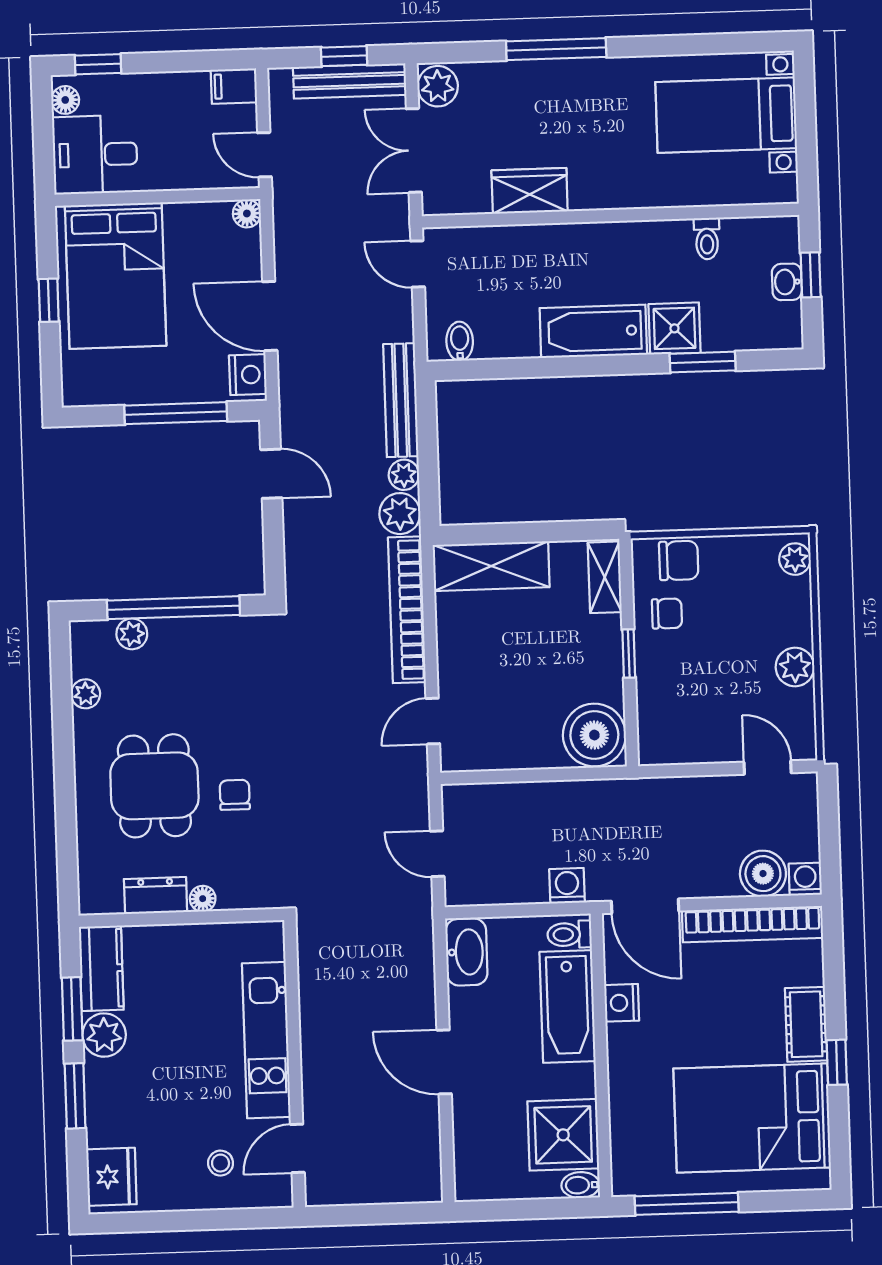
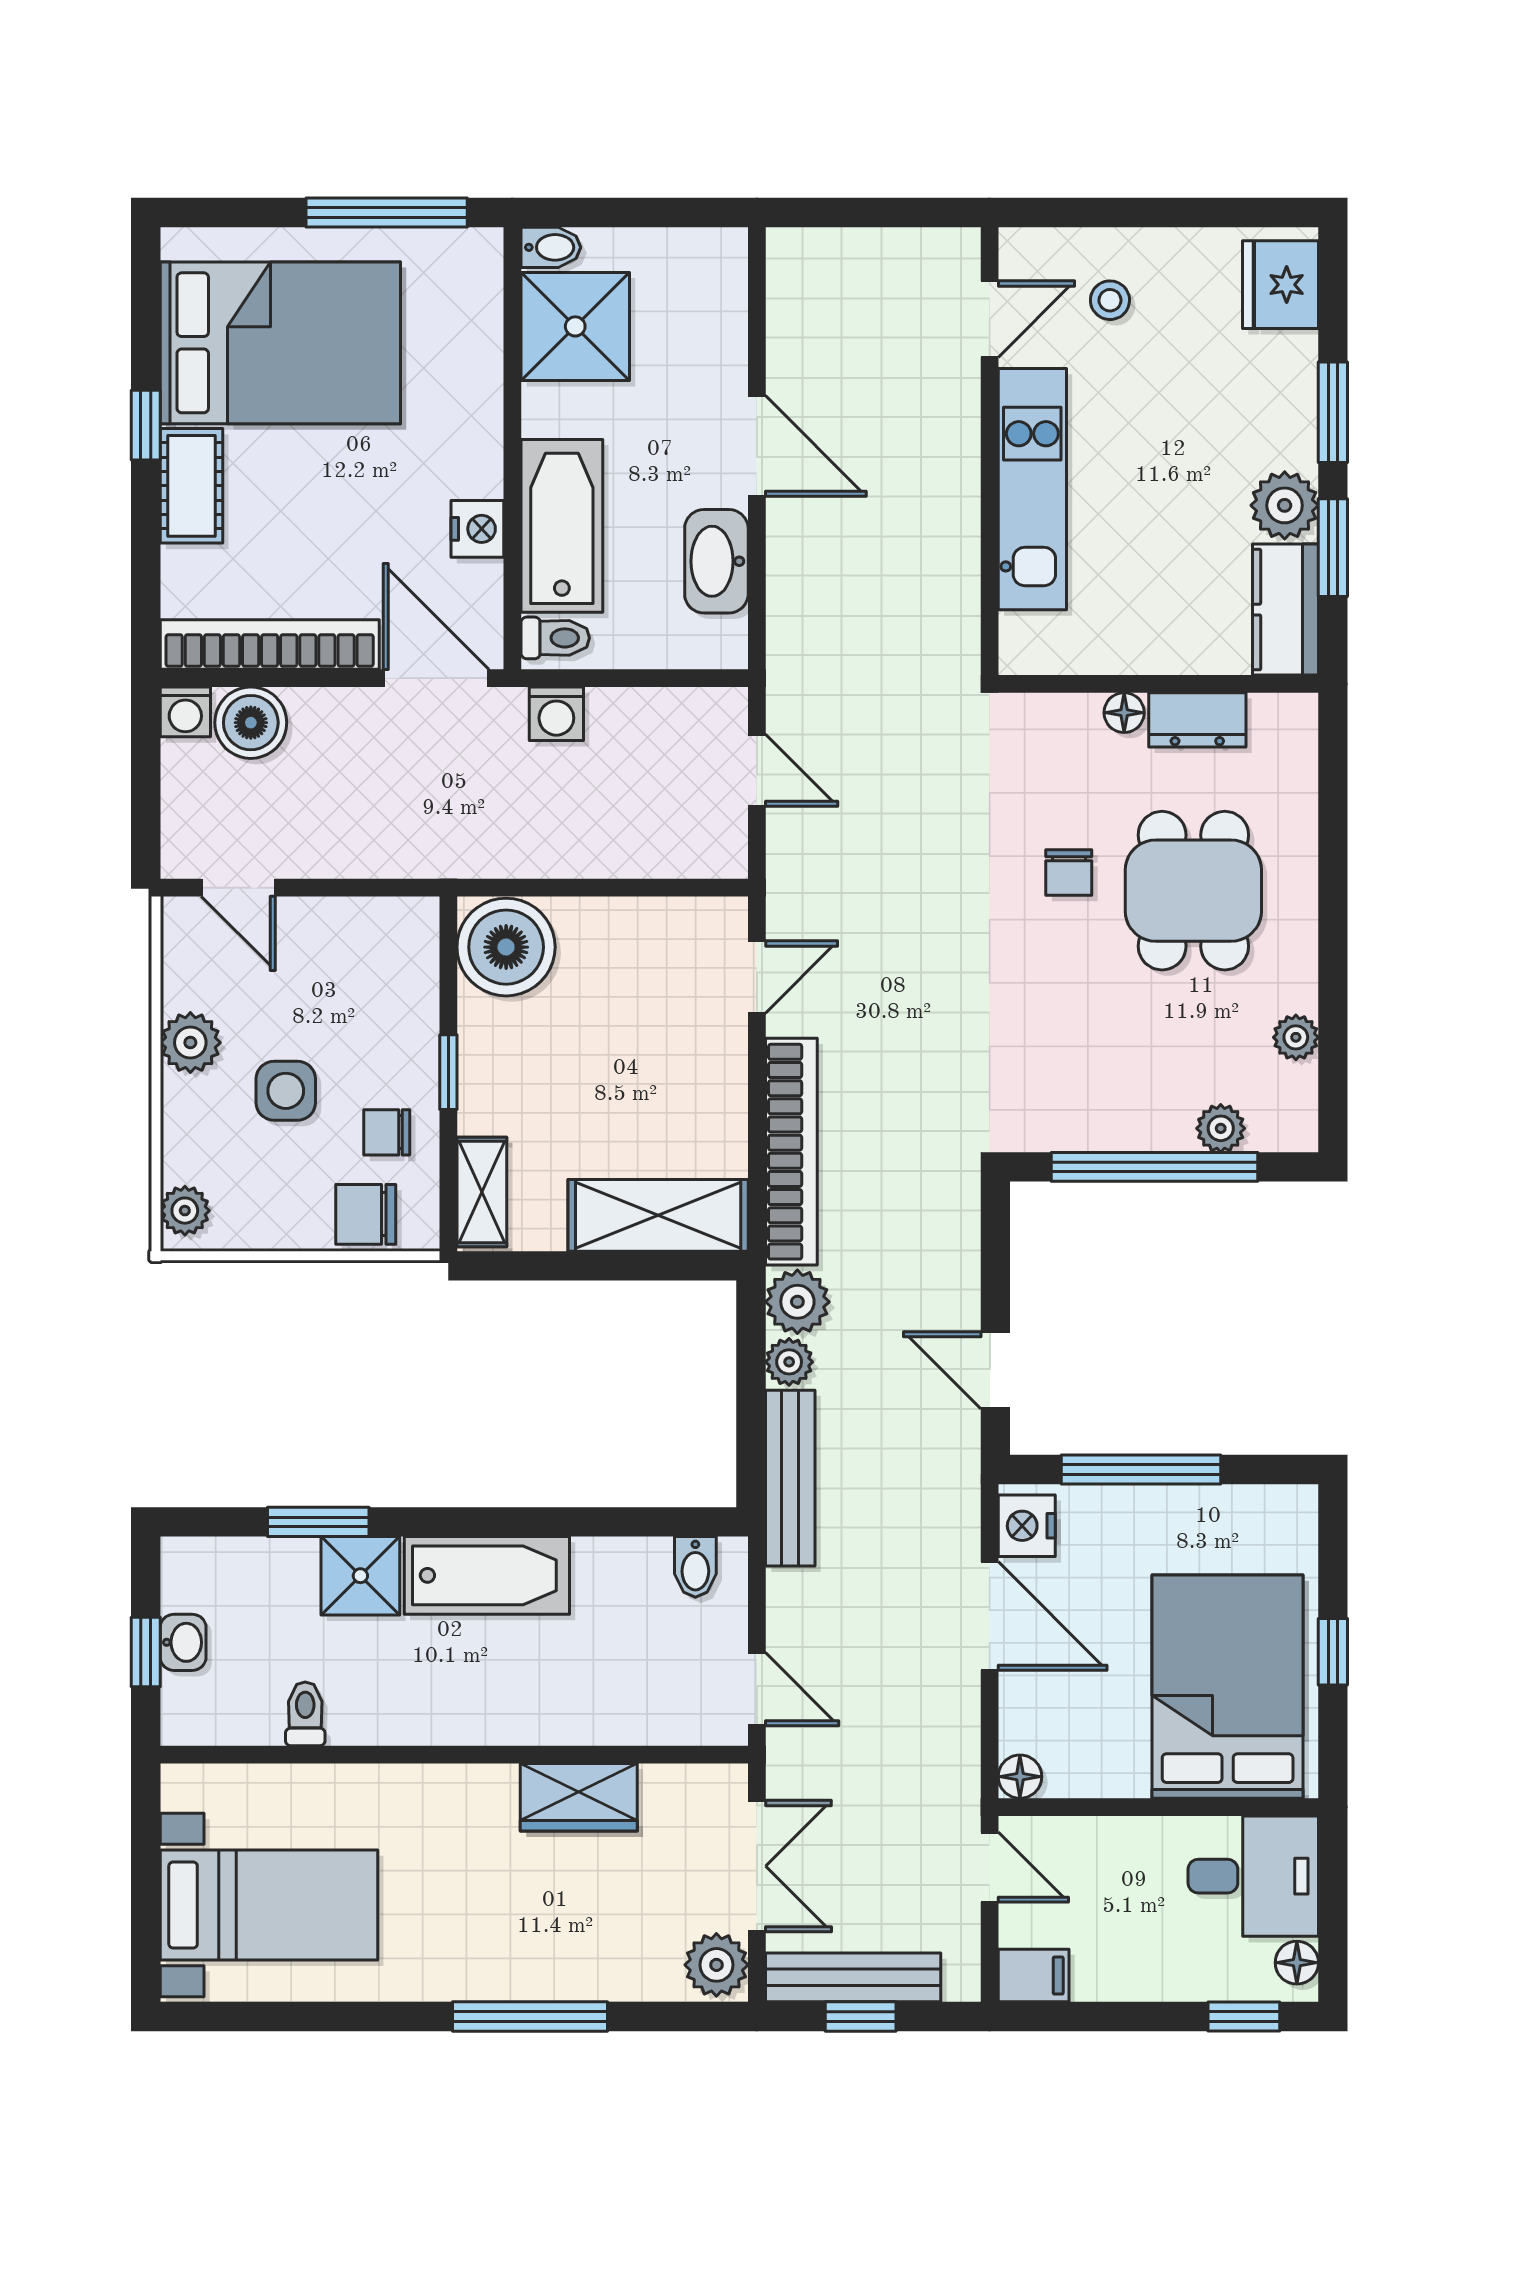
side table: (733, 638) -> (286, 1091), added
washbasin: (466, 952) -> (716, 561), moved

